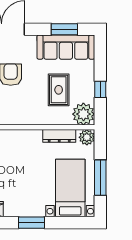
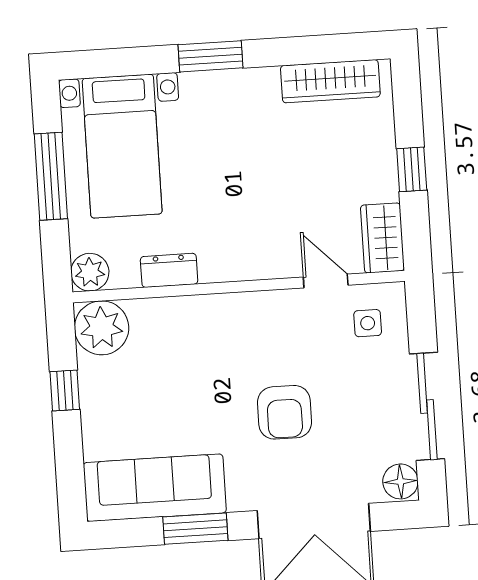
window: (64, 29) -> (195, 529), moved
rug: (59, 90) -> (166, 383), removed
dresser: (59, 136) -> (169, 270), width x0.70

